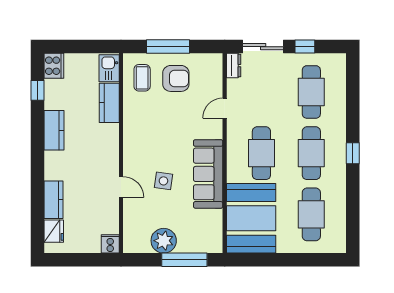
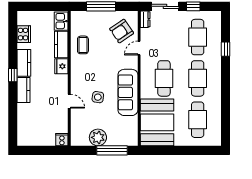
cooker: (54, 66) -> (24, 34), moved
coffee table: (142, 78) -> (83, 45), moved
armchair: (176, 78) -> (122, 31), moved, turned 146
window: (37, 90) -> (13, 75), moved
window: (353, 153) -> (226, 49), moved
kitchen counter: (53, 200) -> (24, 90), moved
fridge: (54, 231) -> (61, 66), moved, turned 180

